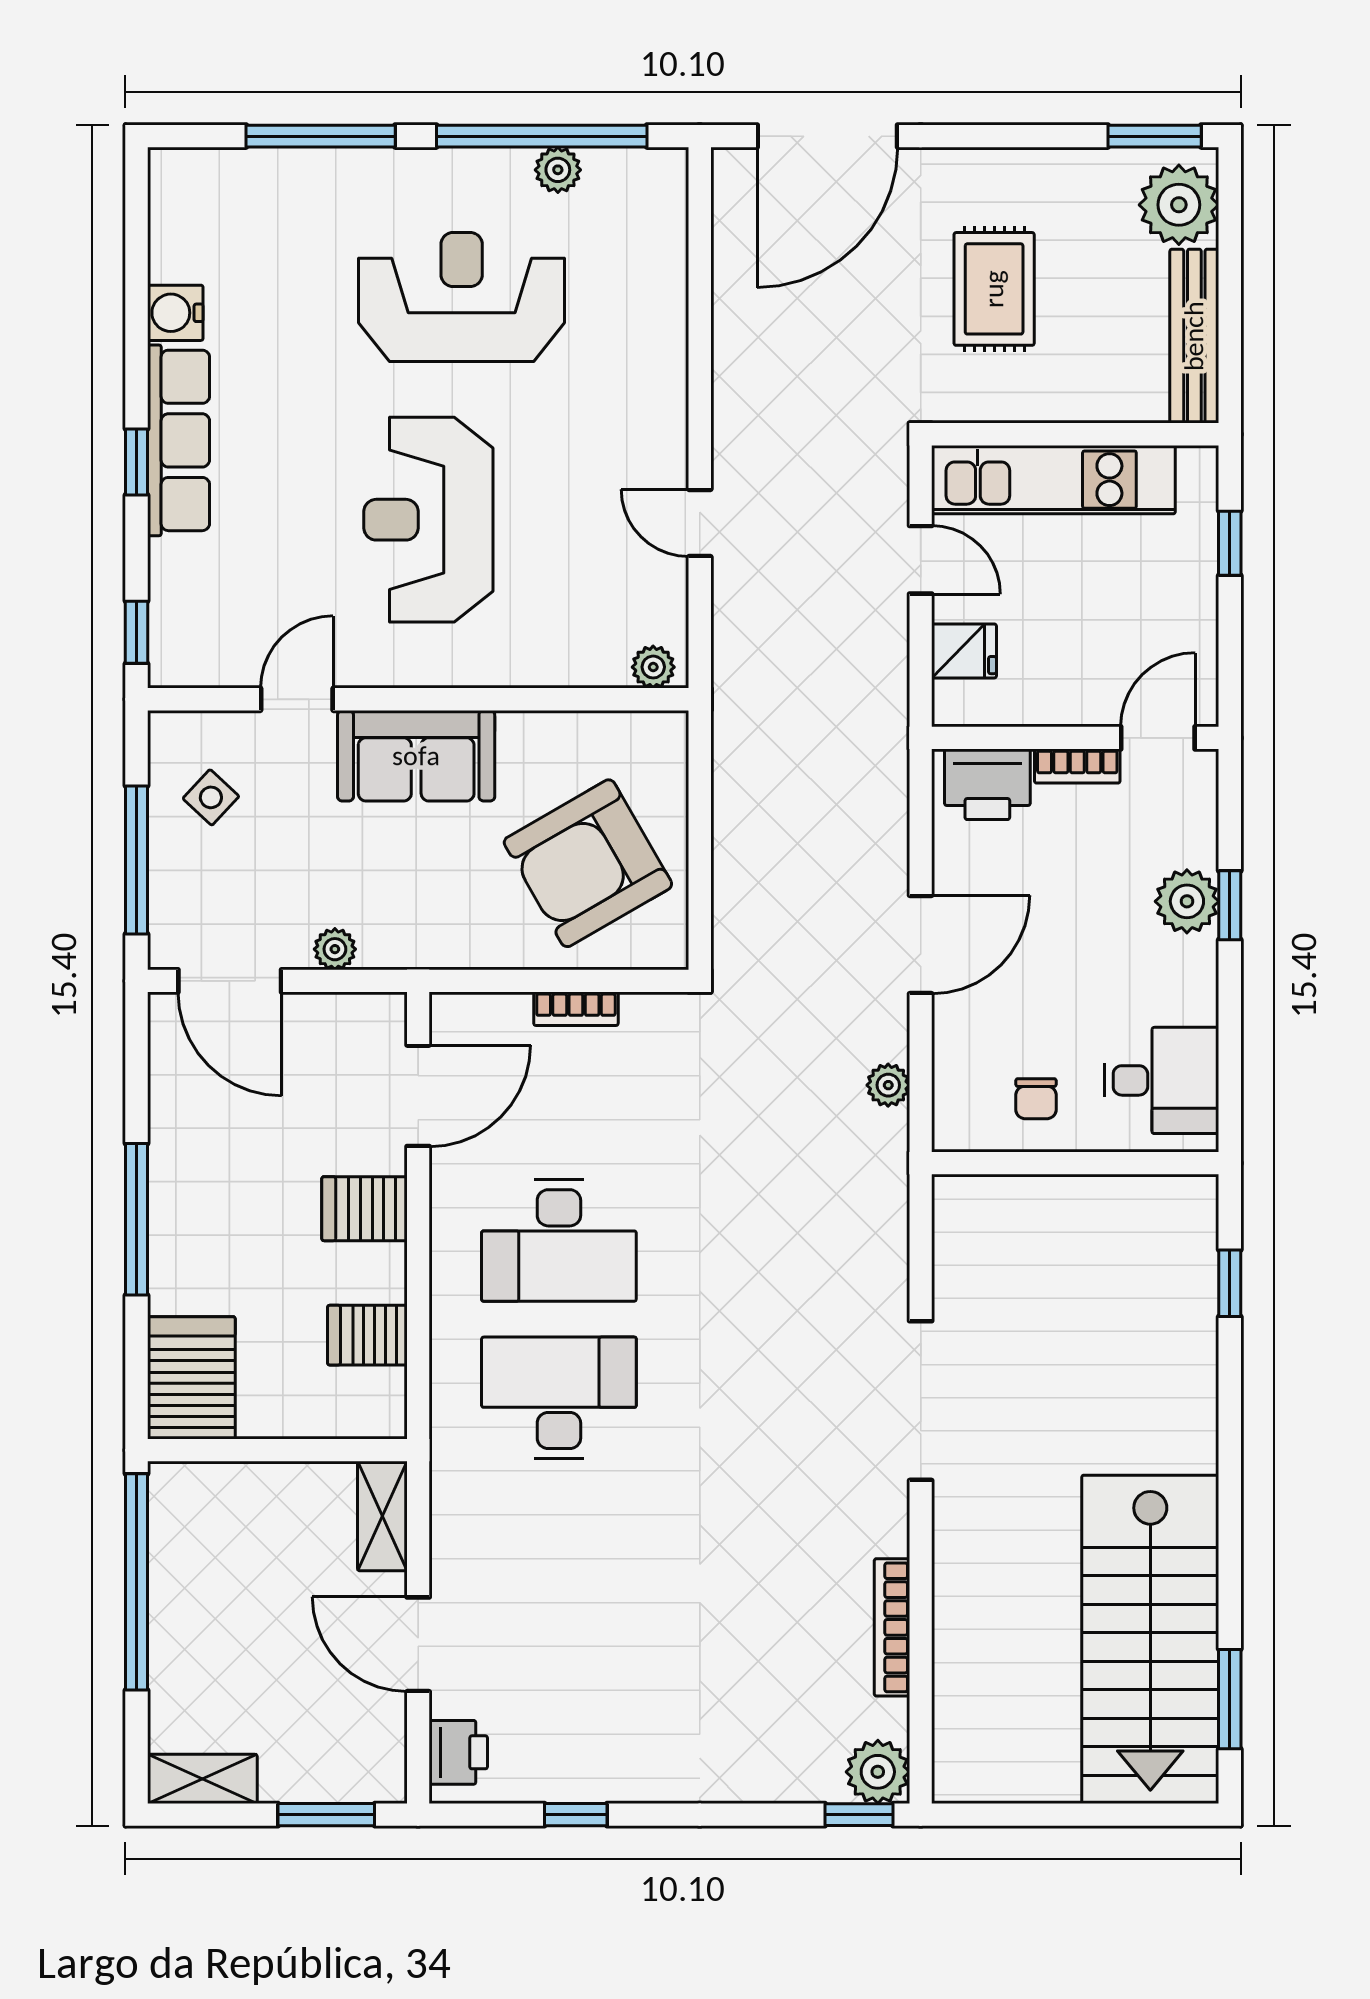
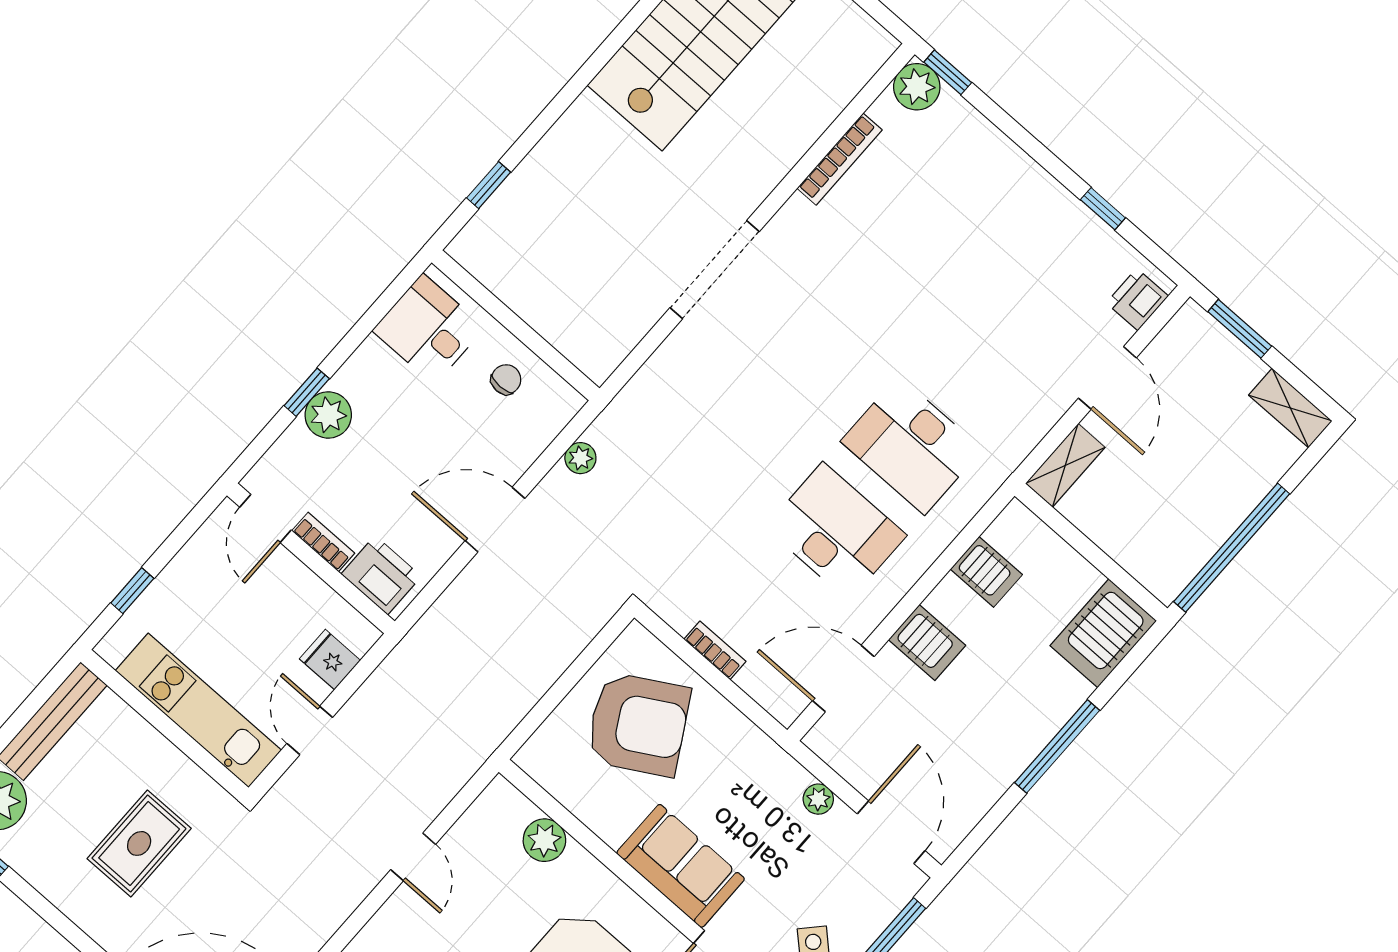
plant: (653, 667) -> (544, 840), moved, width x1.38, depth x1.38
door: (1158, 738) -> (266, 519), hinge flipped

